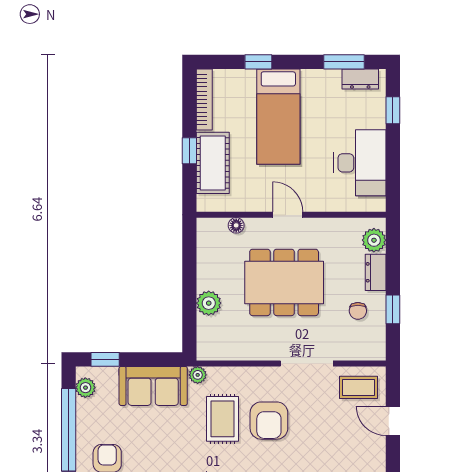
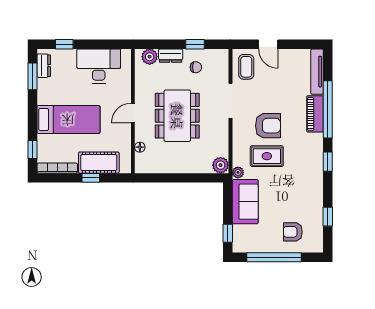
window: (258, 62) -> (32, 150), moved
plant: (209, 303) -> (221, 165), moved
plant: (85, 388) -> (246, 246), removed
door: (393, 421) -> (268, 44), hinge flipped

